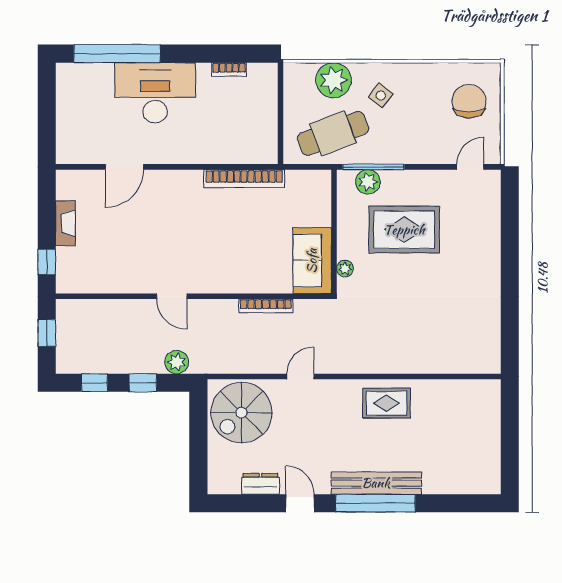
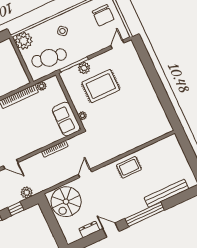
plant: (334, 80) -> (24, 41), moved
chair: (469, 101) -> (103, 15), turned 180
cafe table: (333, 133) -> (49, 58), turned 30
plant: (295, 179) -> (42, 86), added
plant: (368, 182) -> (84, 68), moved
bench: (376, 483) -> (166, 193), moved

